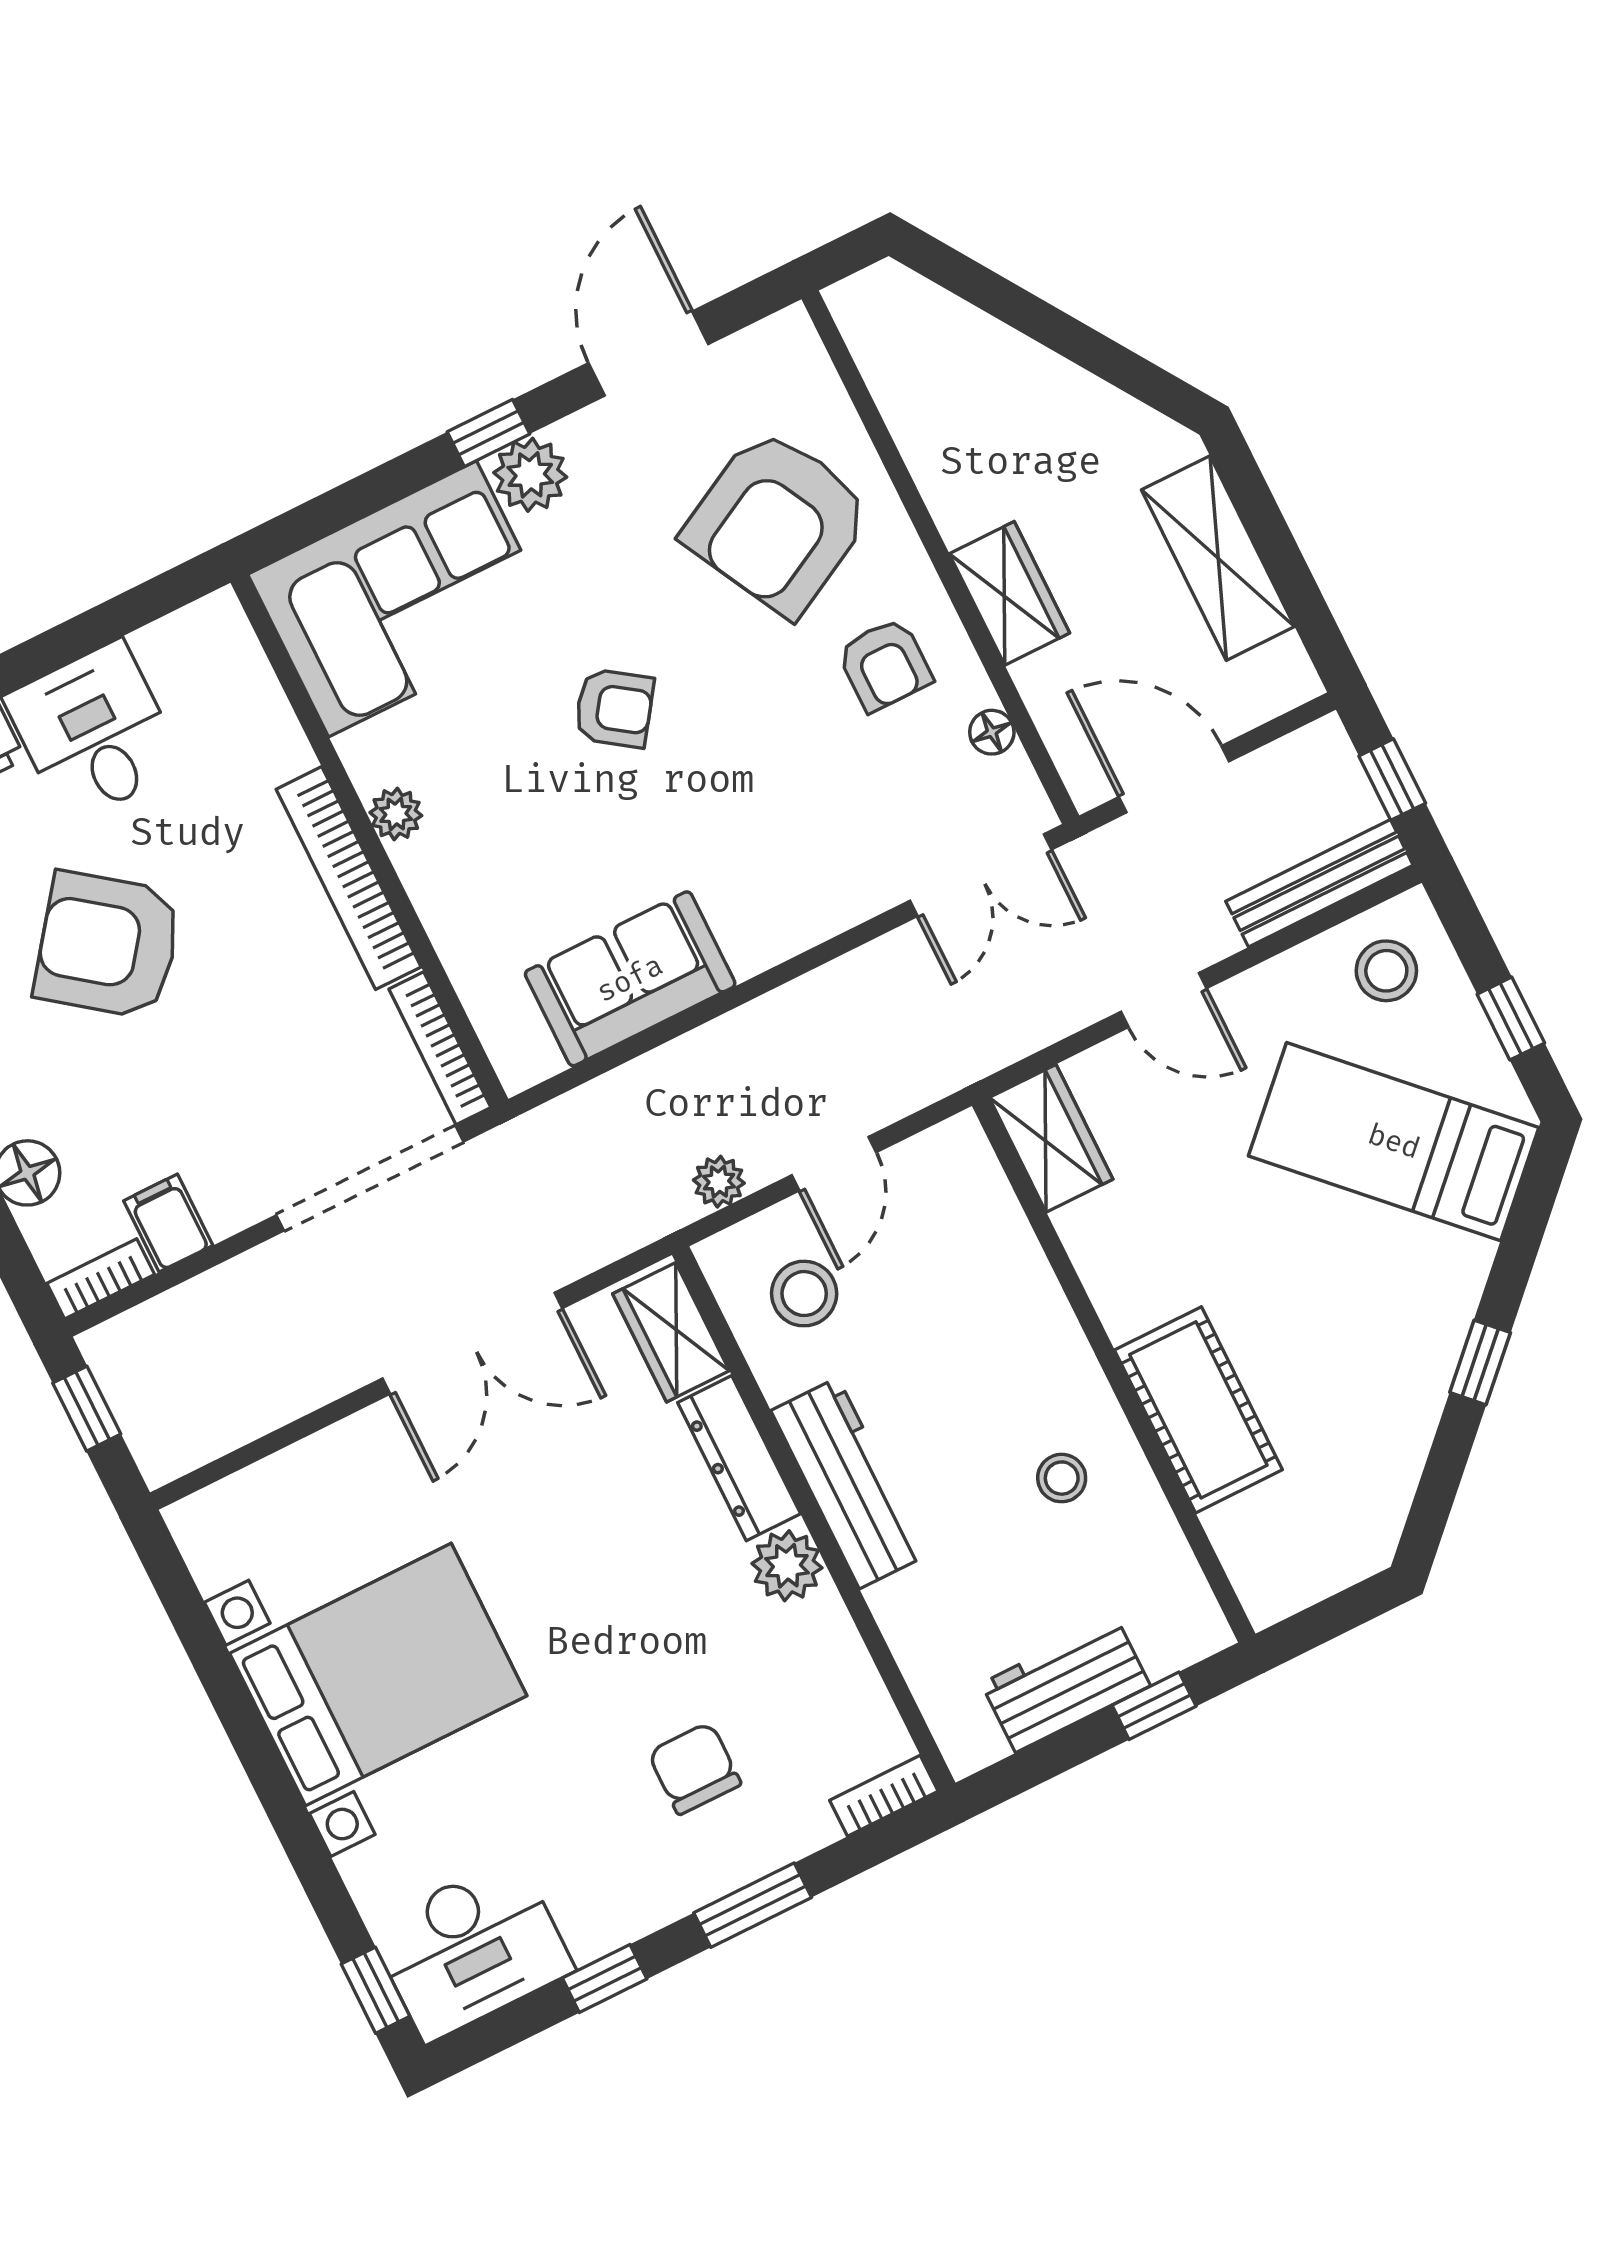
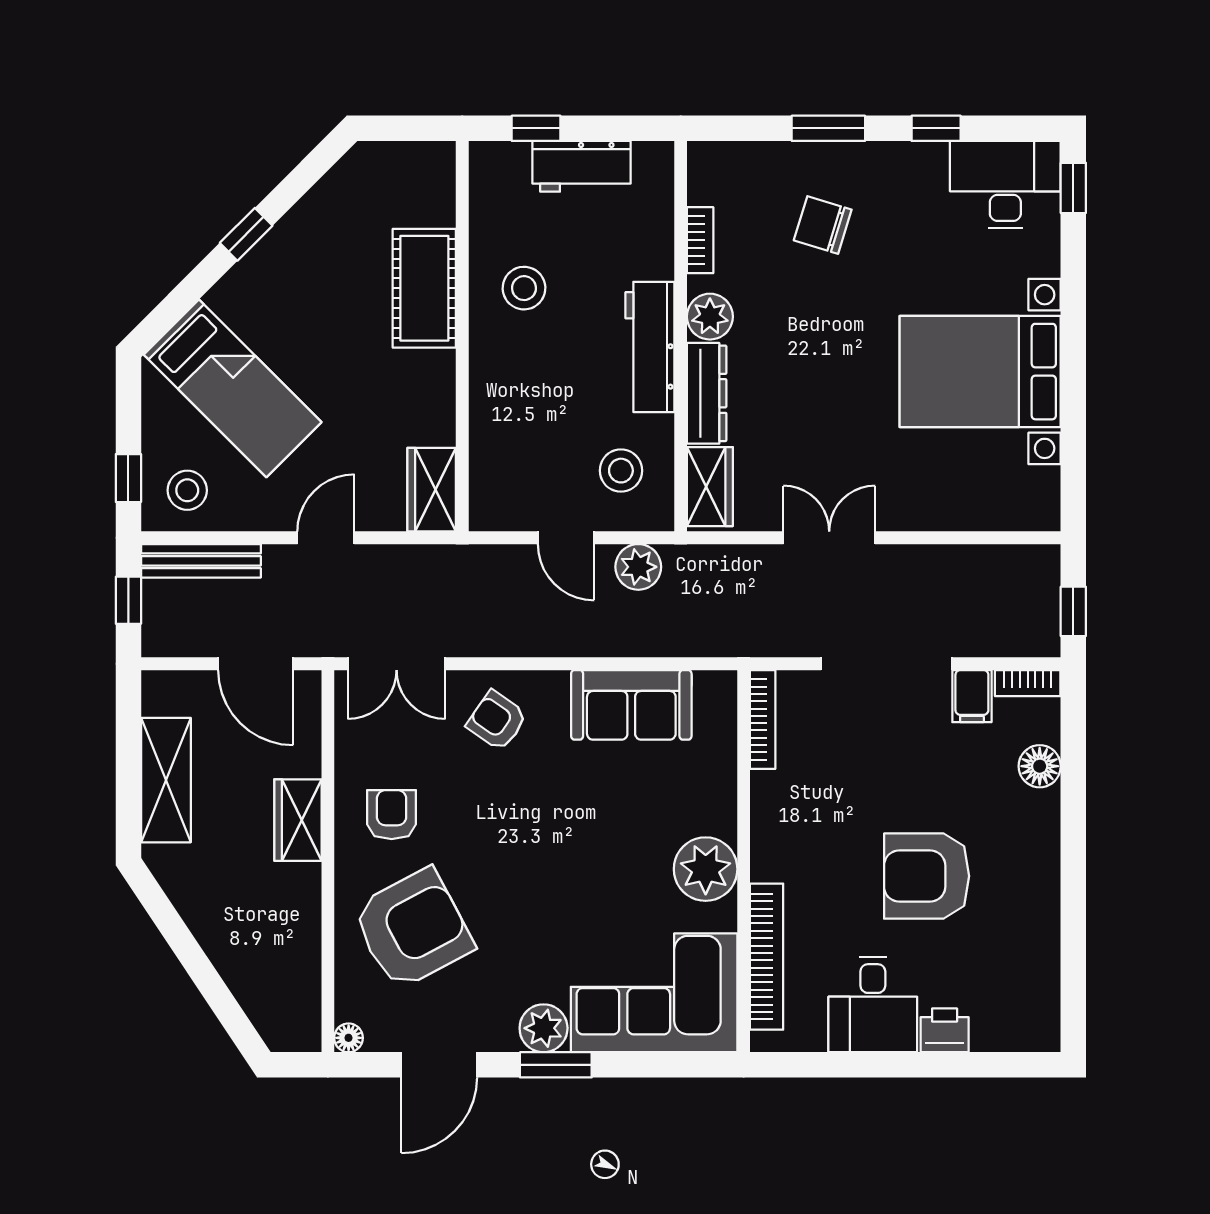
window: (488, 433) -> (556, 1065), width x1.50
armchair: (614, 708) -> (497, 721), moved
floor lamp: (992, 732) -> (349, 1038), moved
plant: (396, 814) -> (706, 869), width x1.87, depth x1.87
double door: (981, 875) -> (397, 664), swing flipped
bookcase: (349, 878) -> (767, 957), moved
armchair: (108, 945) -> (927, 876), turned 143
door: (1164, 1000) -> (326, 538), hinge flipped
window: (1511, 1019) -> (128, 478), moved
door: (834, 1164) -> (566, 538), swing flipped
doorway: (370, 1178) -> (887, 664), moved
plant: (719, 1182) -> (638, 567), width x1.38, depth x1.38
double door: (472, 1343) -> (829, 538), width x0.73
stool: (1062, 1478) -> (524, 288), width x1.37, depth x1.37
chair: (694, 1768) -> (823, 225), turned 107
bookcase: (884, 1796) -> (700, 240), moved, turned -90

